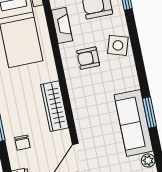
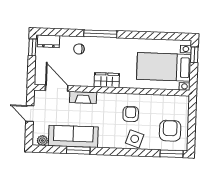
fireplace: (62, 25) -> (83, 97), moved
wardrobe: (55, 106) -> (107, 80), width x0.67

